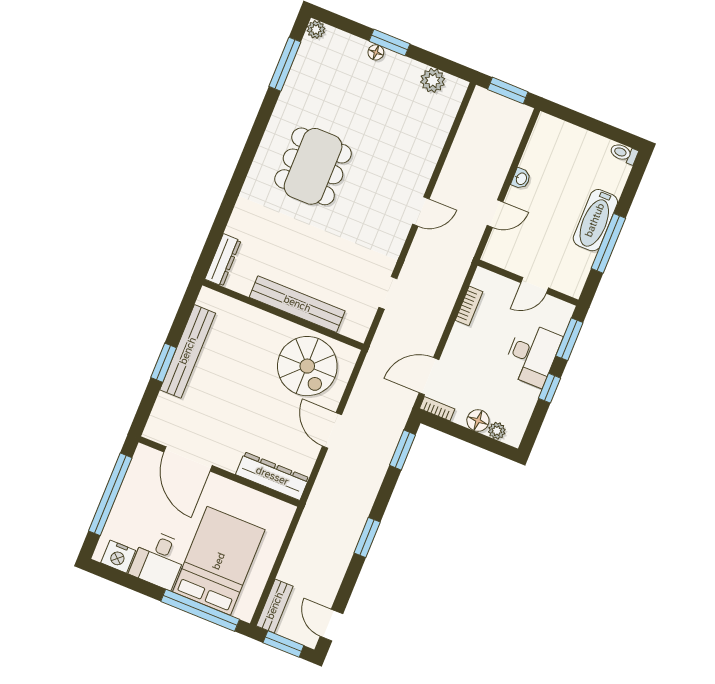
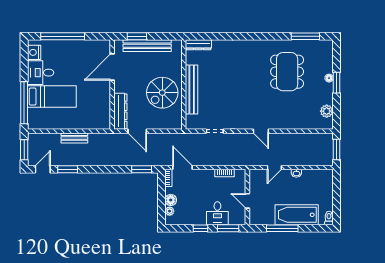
plant: (316, 30) -> (328, 45), removed
dining table: (313, 166) -> (287, 72), moved, turned 90
door: (495, 214) -> (274, 168), hinge flipped
bathtub: (595, 220) -> (297, 215), width x1.36, depth x1.36
desk: (532, 354) -> (217, 213), width x0.73
spiral stairs: (307, 366) -> (162, 93), moved
door: (332, 430) -> (137, 131), swing flipped
door: (188, 459) -> (112, 67), moved
wall: (219, 471) -> (112, 85), moved
dresser: (272, 476) -> (120, 111), moved
window: (367, 538) -> (68, 169), moved
bed: (219, 561) -> (52, 97), width x0.67
bench: (275, 606) -> (74, 138), moved

